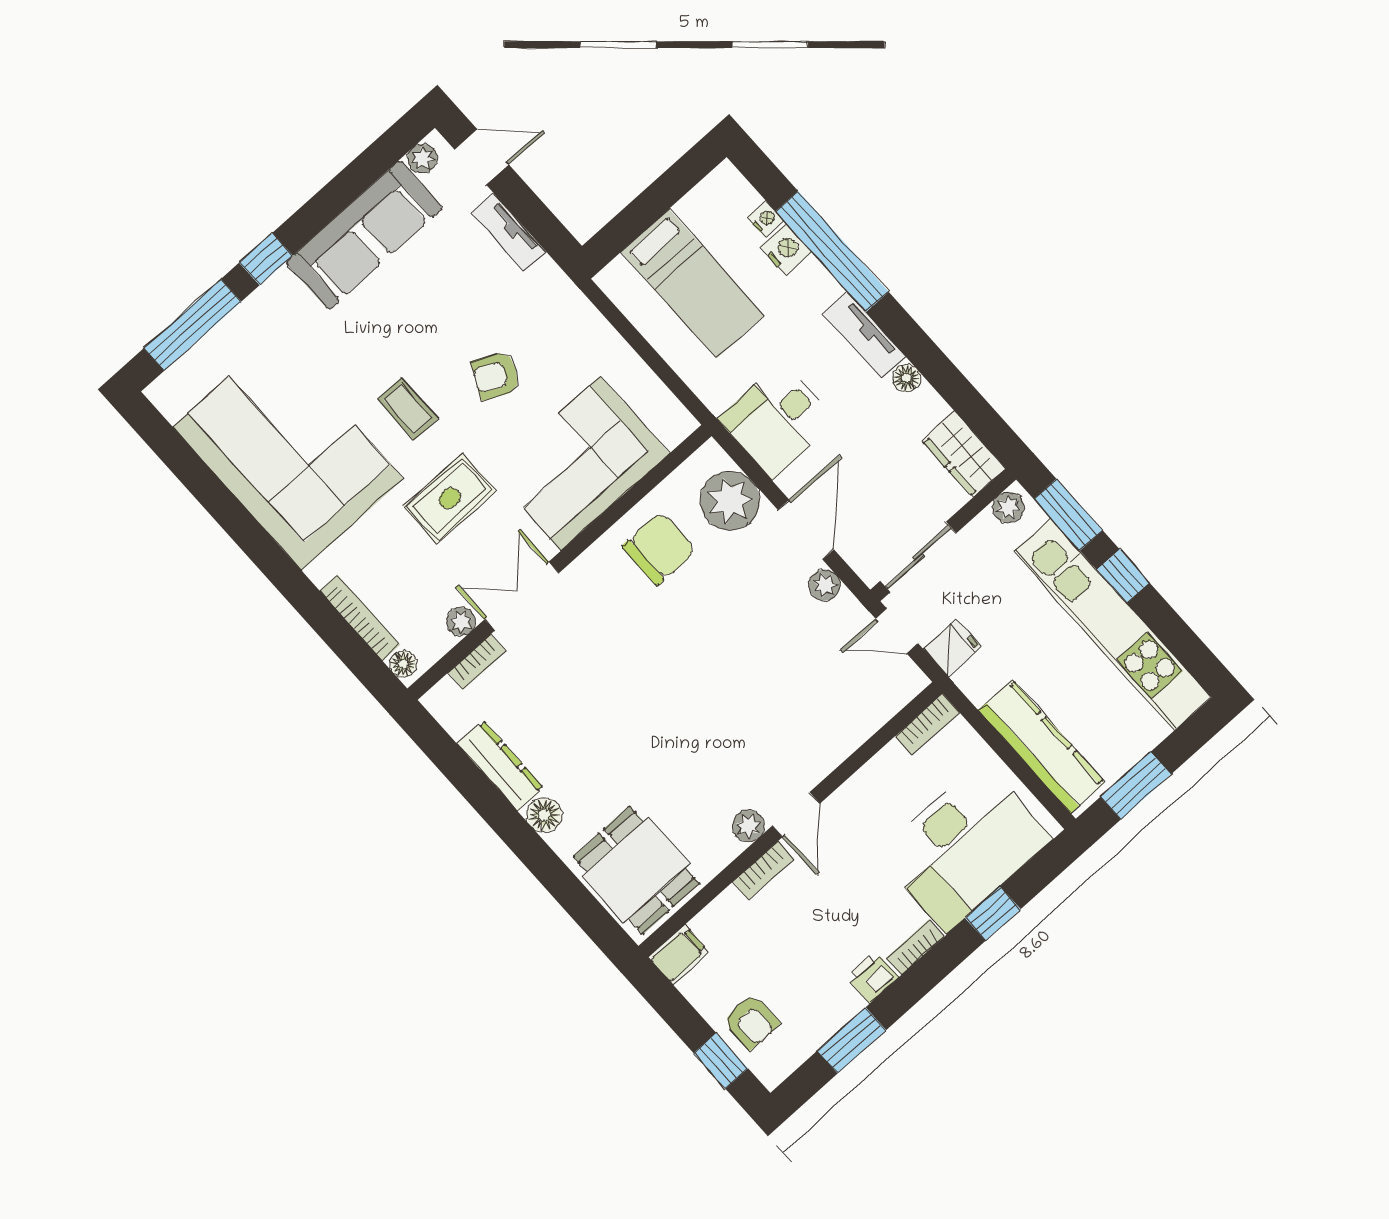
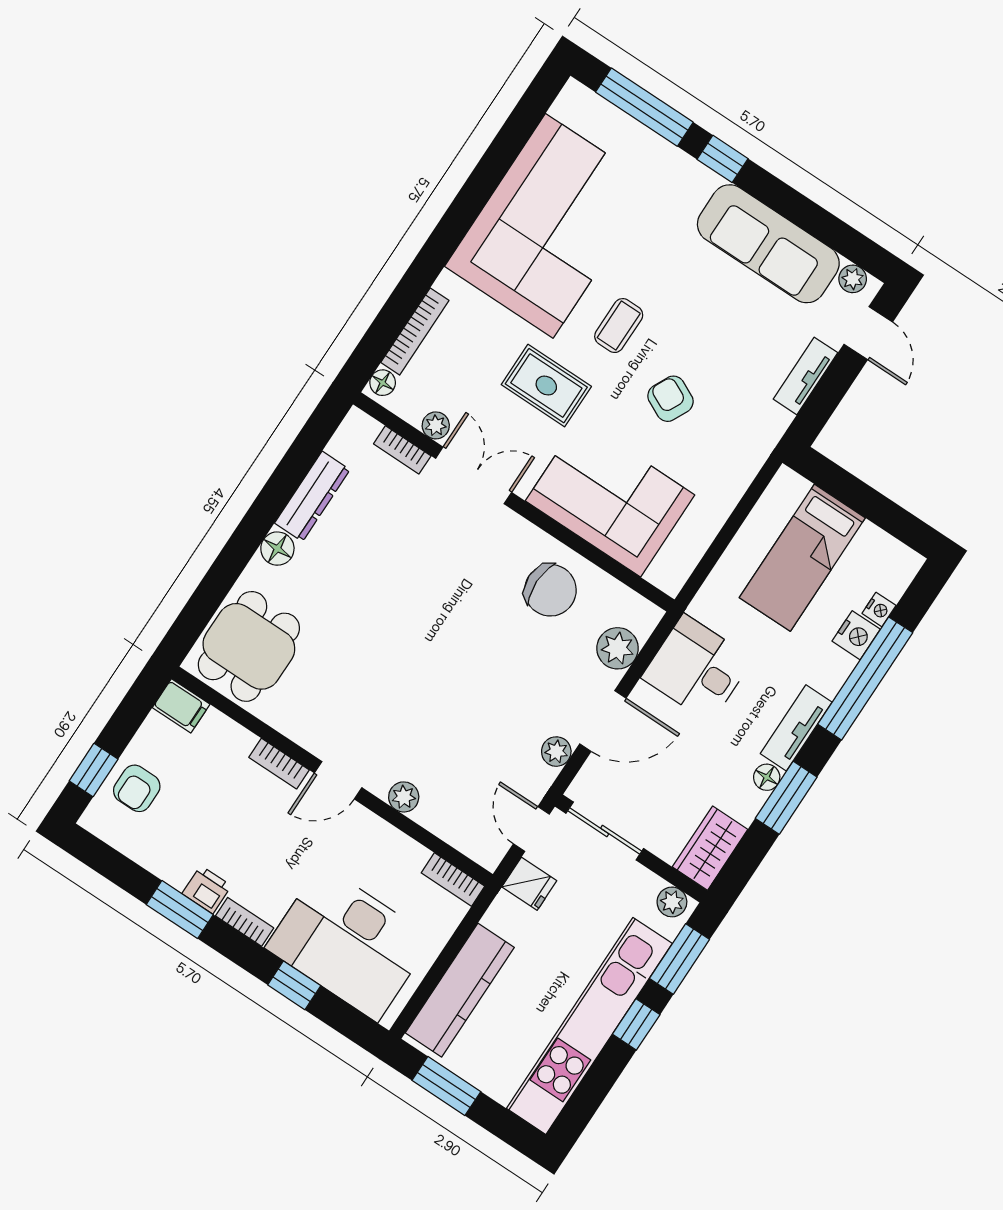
window: (932, 364) -> (786, 798), added
plant: (730, 501) -> (618, 648), width x0.73, depth x0.73
plant: (748, 826) -> (404, 797), moved
window: (852, 1040) -> (180, 910), moved

